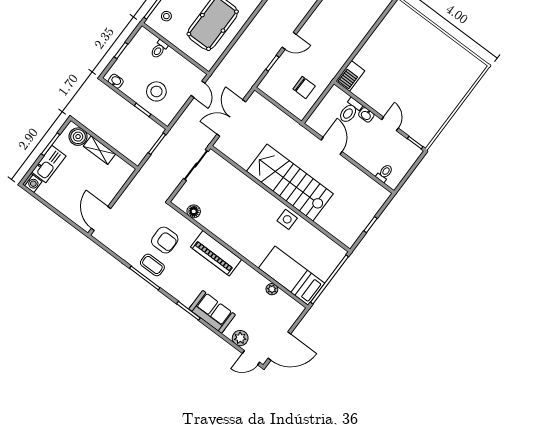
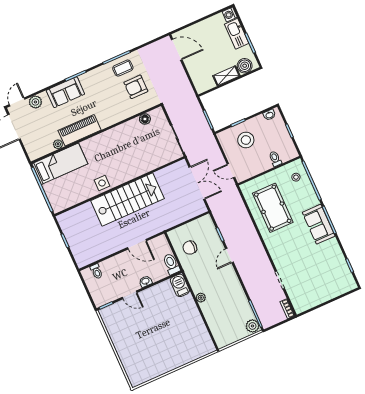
plant: (351, 46) -> (201, 298), added
toilet: (350, 111) -> (171, 264), moved
piano: (216, 253) -> (80, 130), moved

